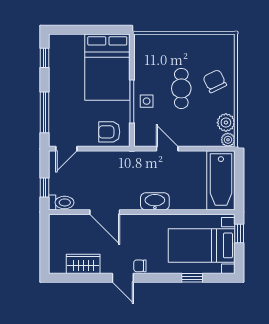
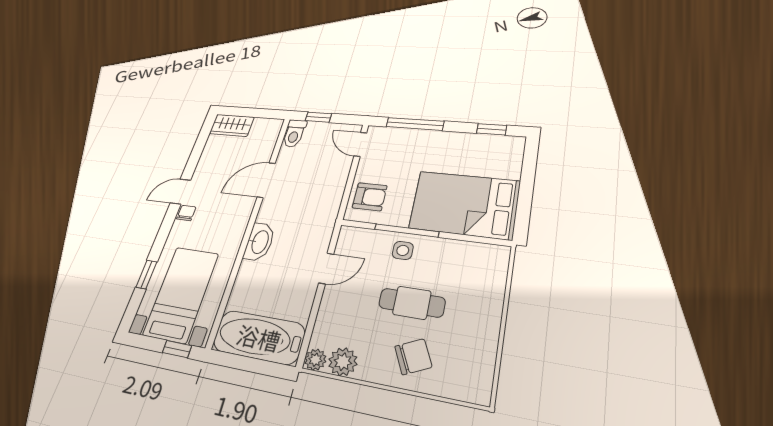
armchair: (109, 132) -> (370, 197), turned 90
wardrobe: (83, 264) -> (232, 125), moved, turned 90

